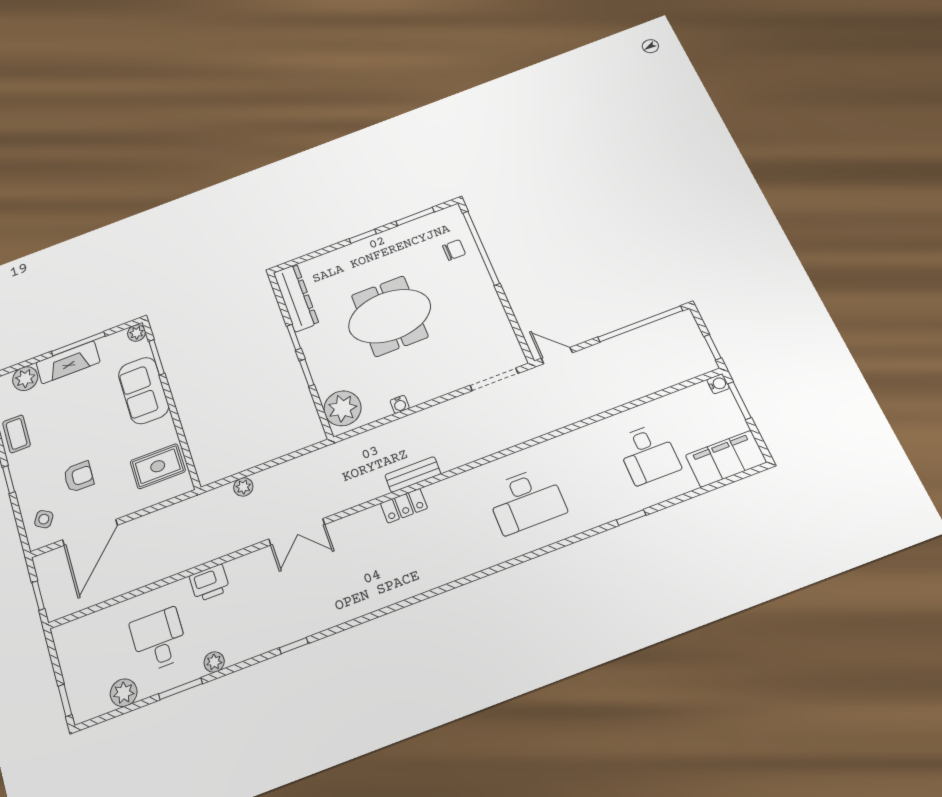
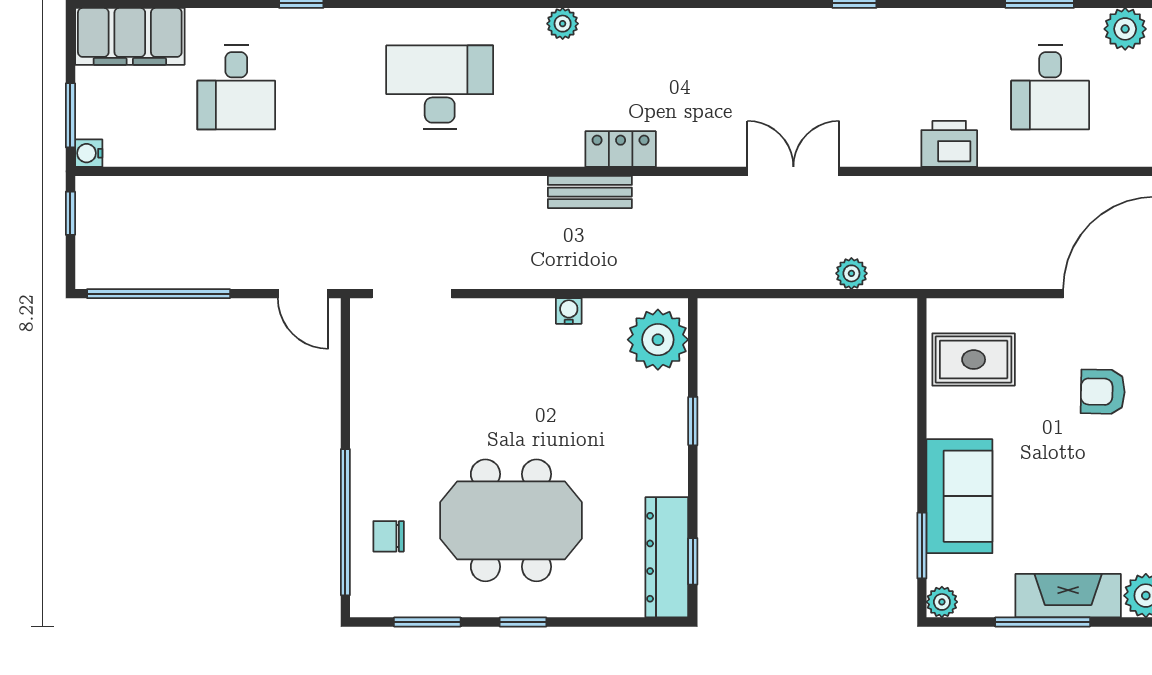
meeting table: (390, 316) -> (511, 520), moved
window: (294, 337) -> (693, 561), moved
desk: (648, 454) -> (236, 87), turned 180
plant: (214, 662) -> (563, 24), moved

